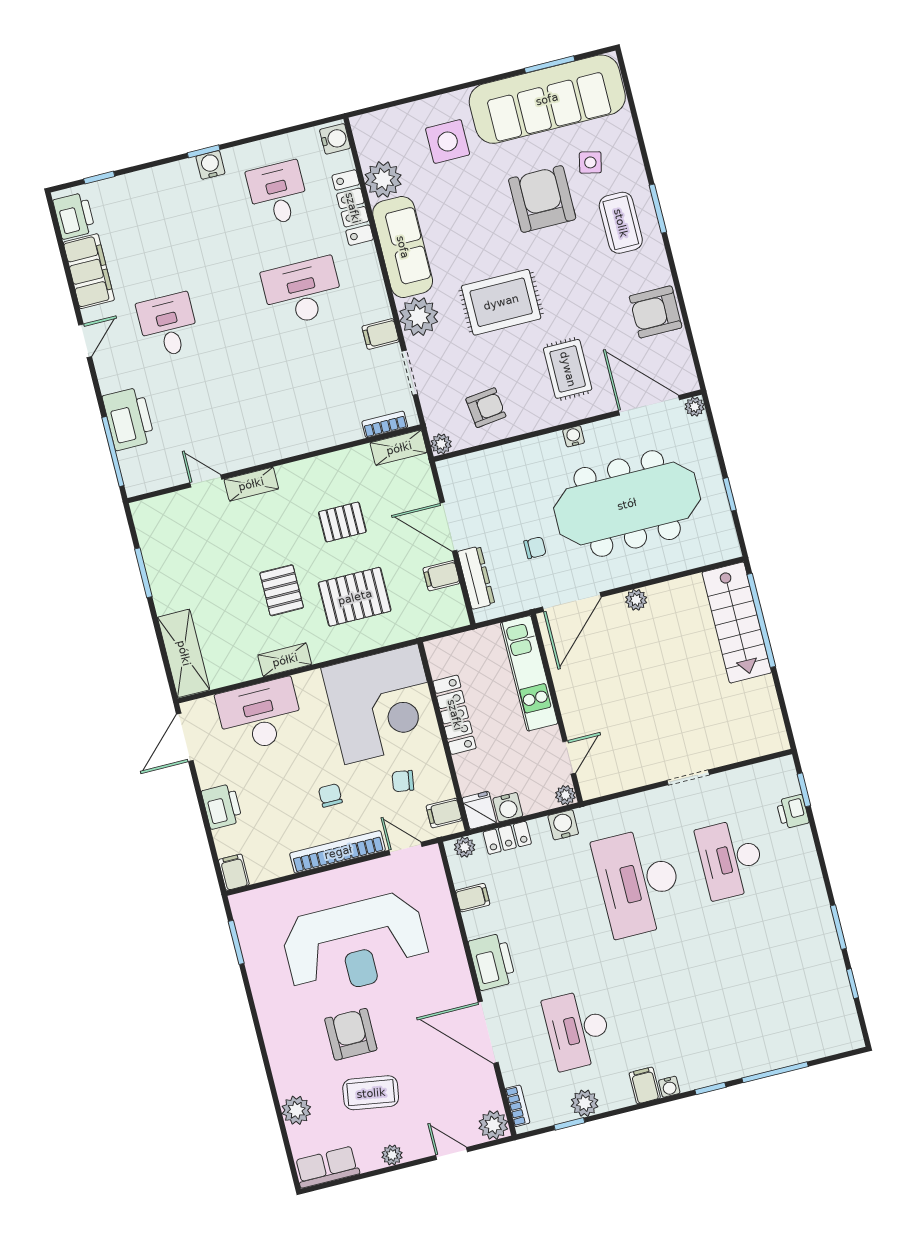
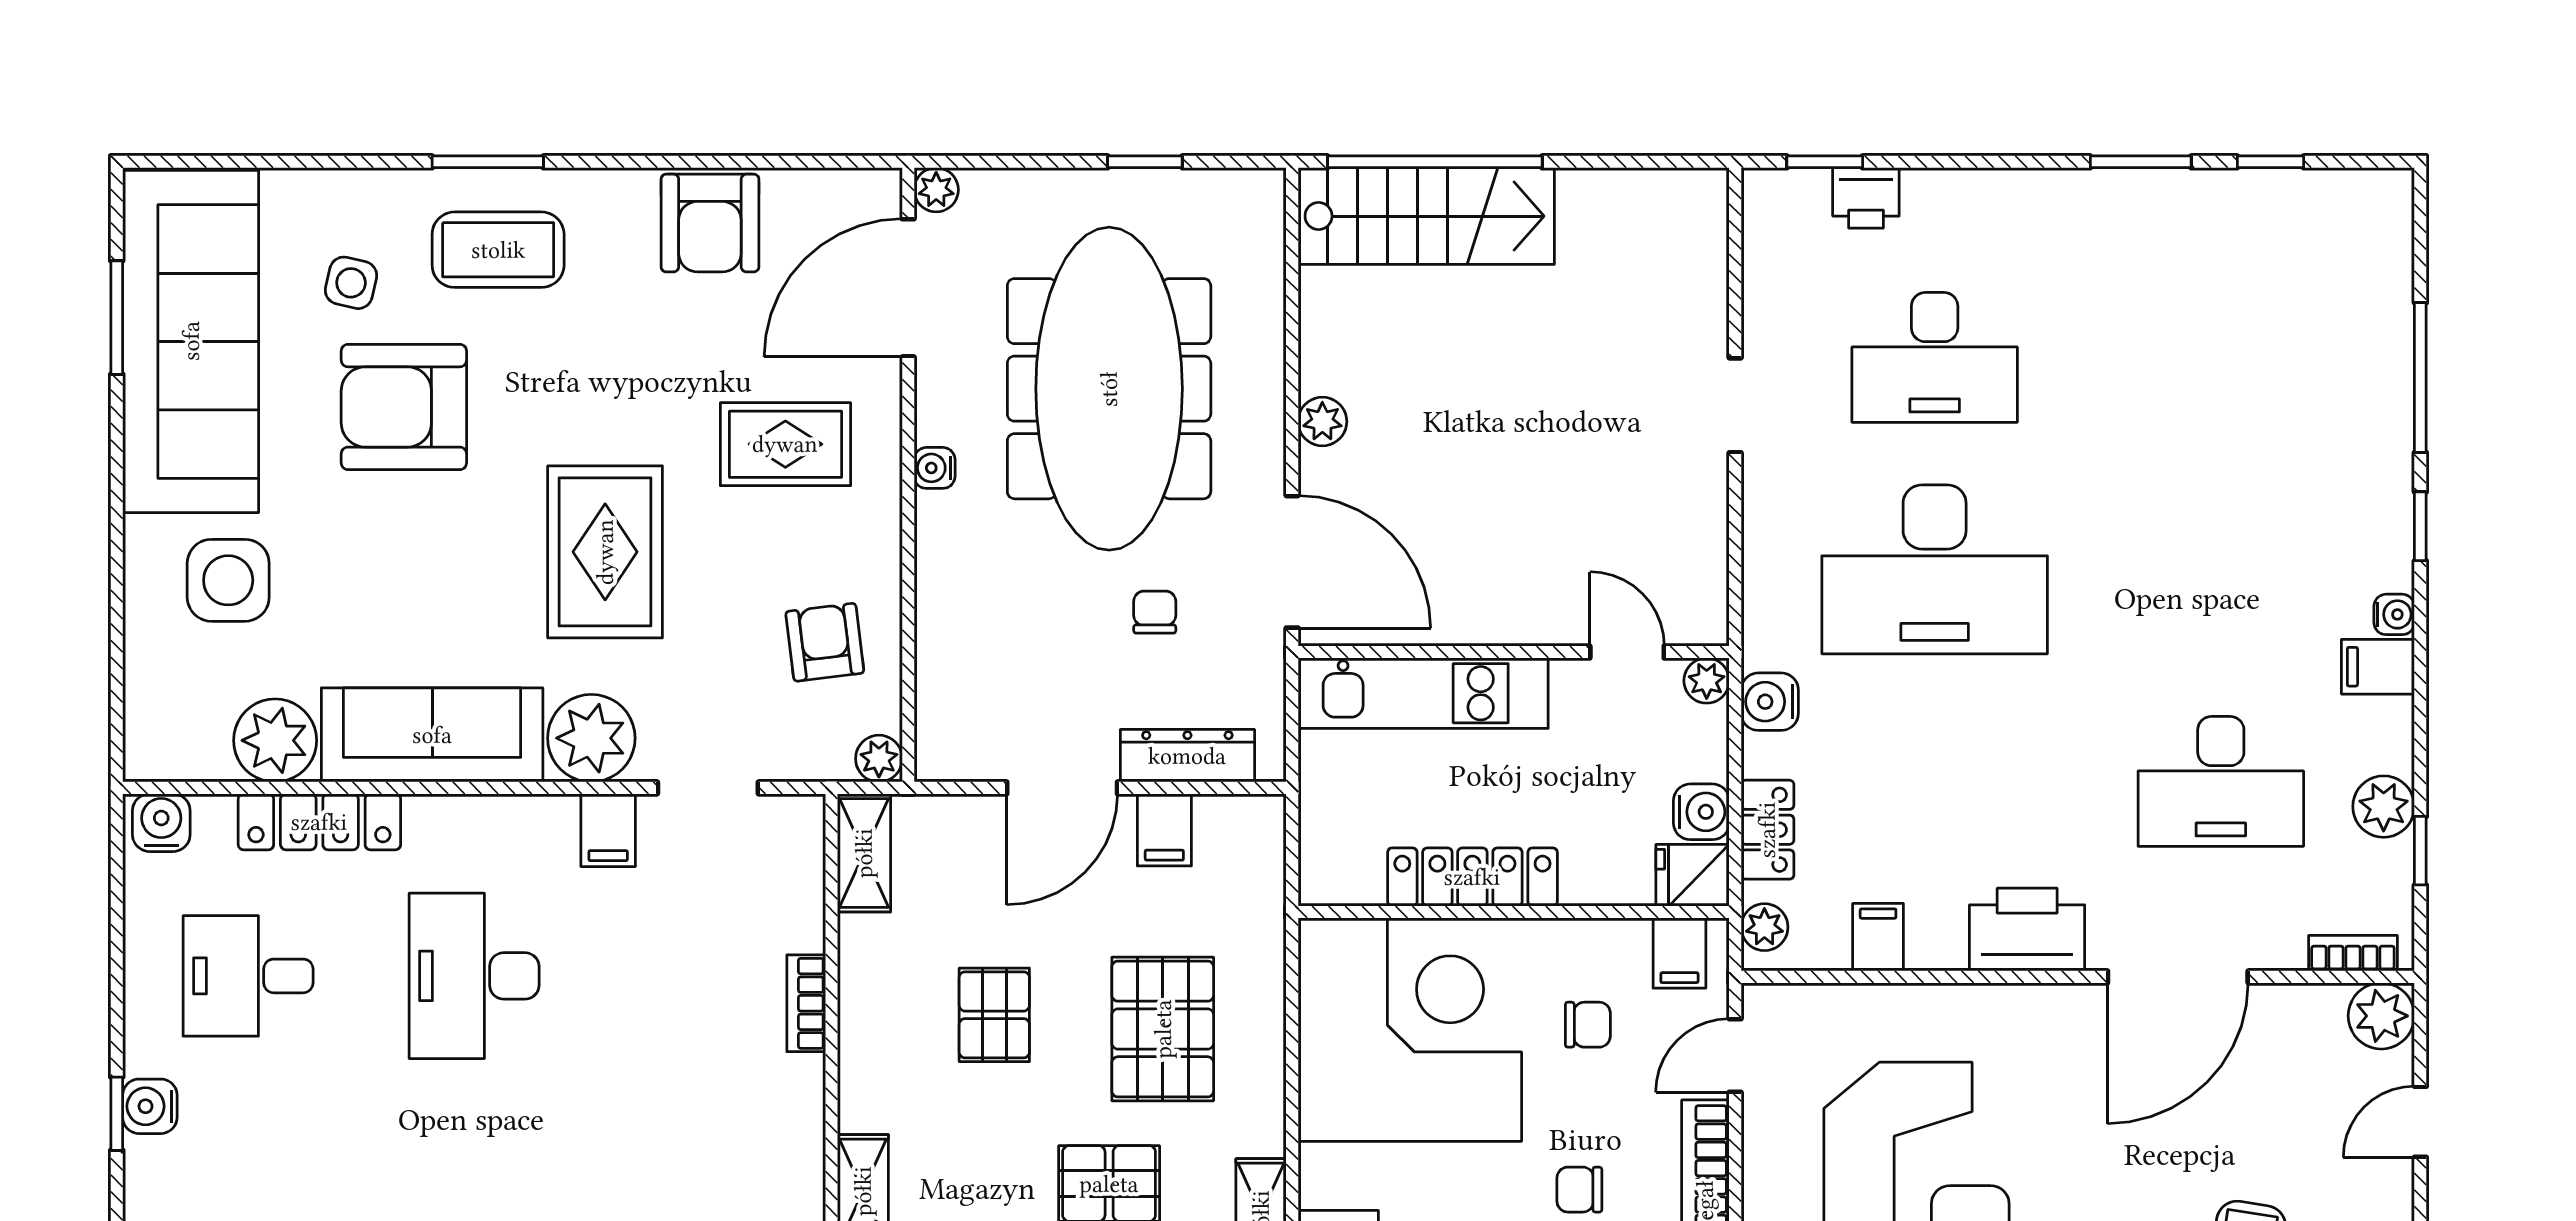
bookcase: (385, 424) -> (806, 1003), moved
chair: (403, 781) -> (1588, 1025), turned -99

